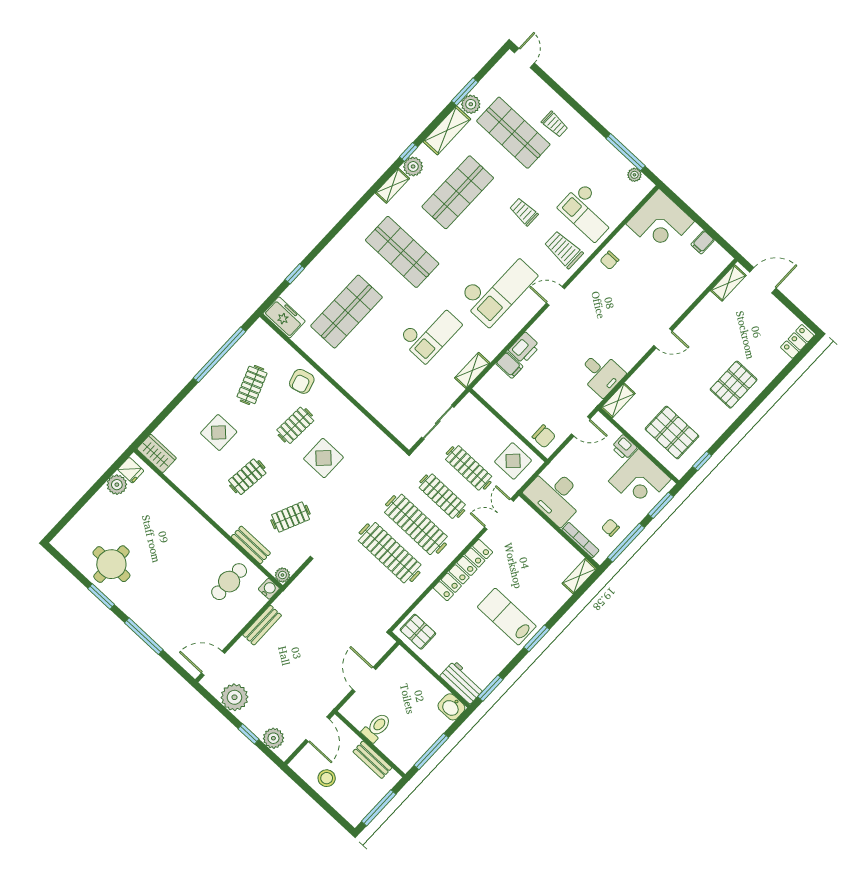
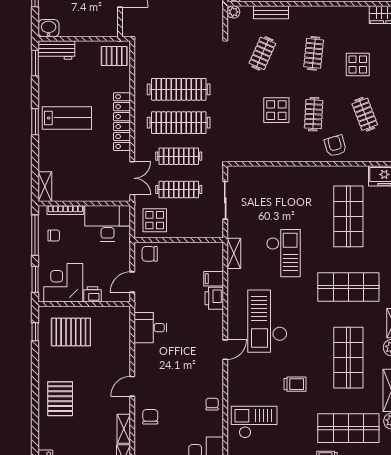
trolley: (564, 250) -> (247, 384), removed
chair: (672, 298) -> (150, 417), added
checkout: (430, 332) -> (283, 253), turned 180
shelving: (618, 401) -> (124, 429), moved

